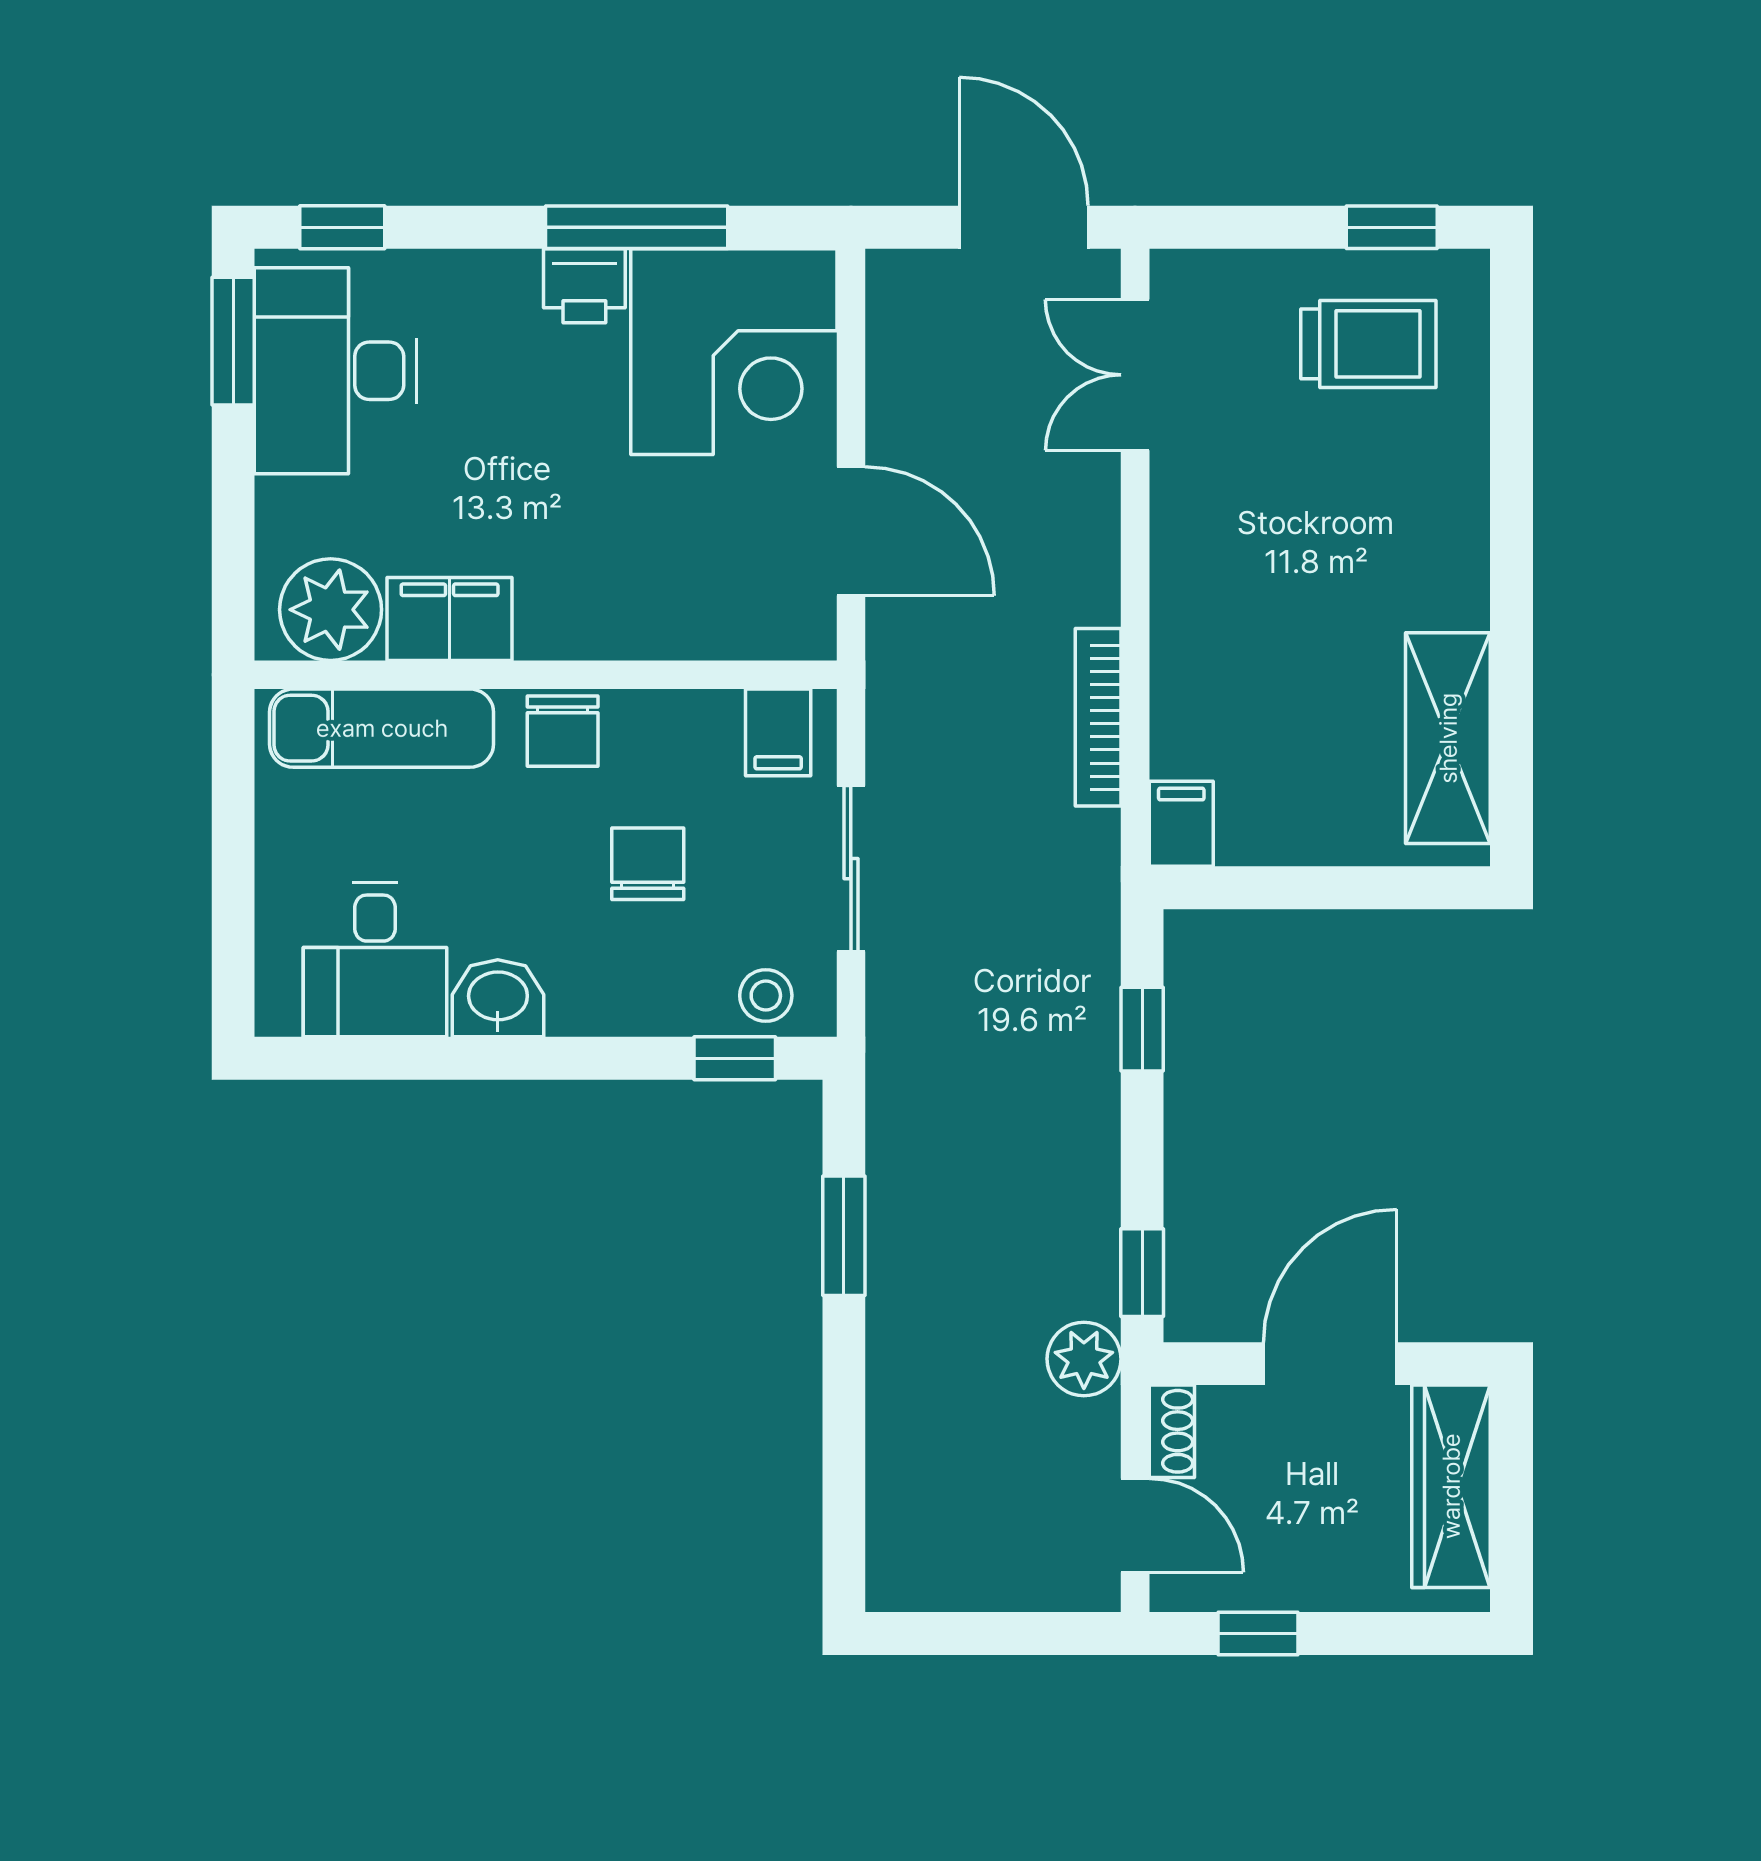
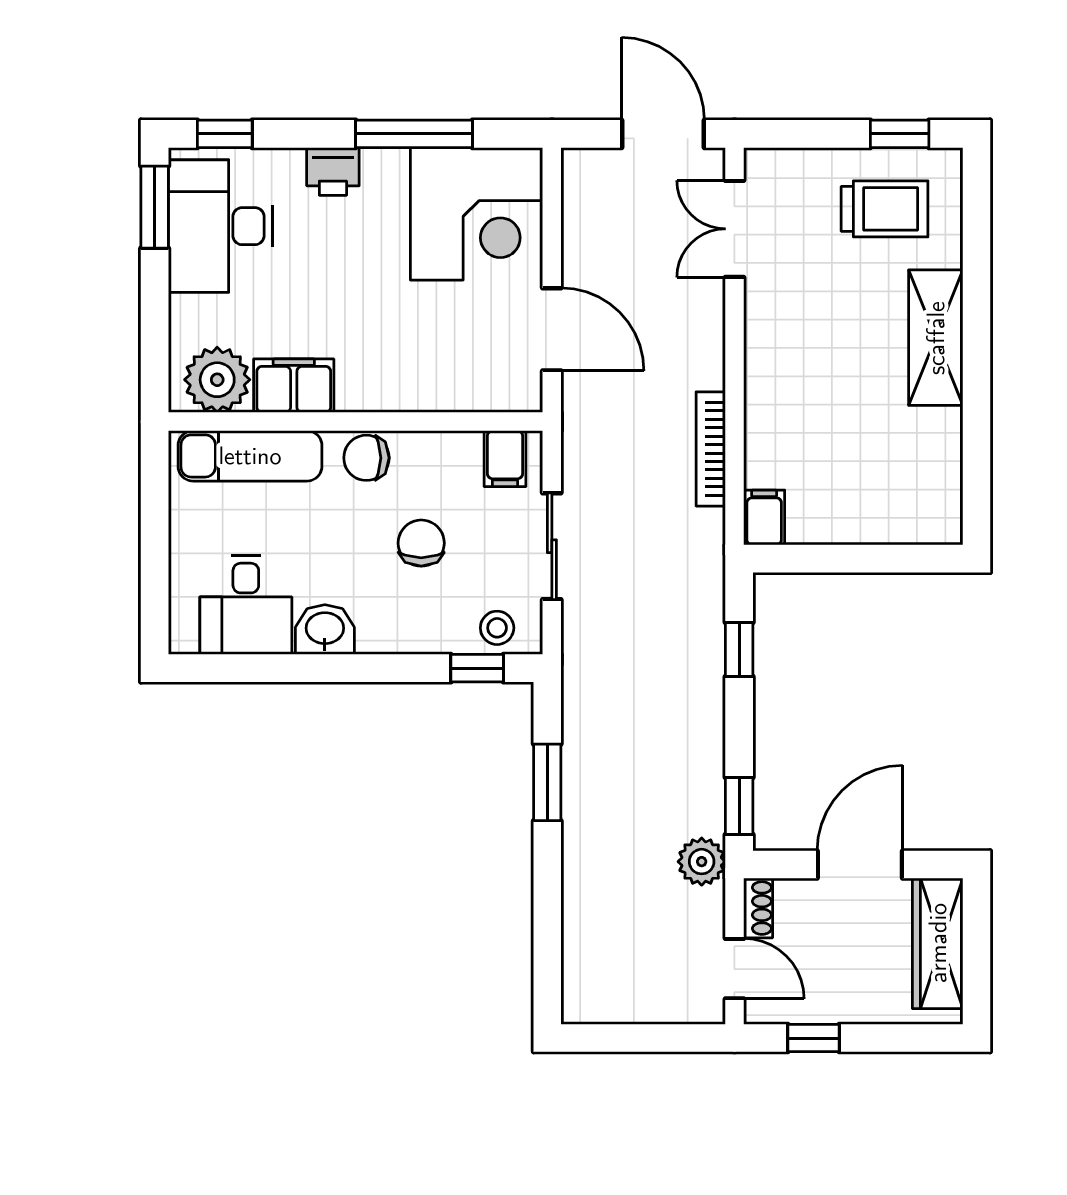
printer: (584, 286) -> (333, 171), moved
chair: (563, 731) -> (366, 458), turned 90
shelving: (1448, 738) -> (936, 338), moved

